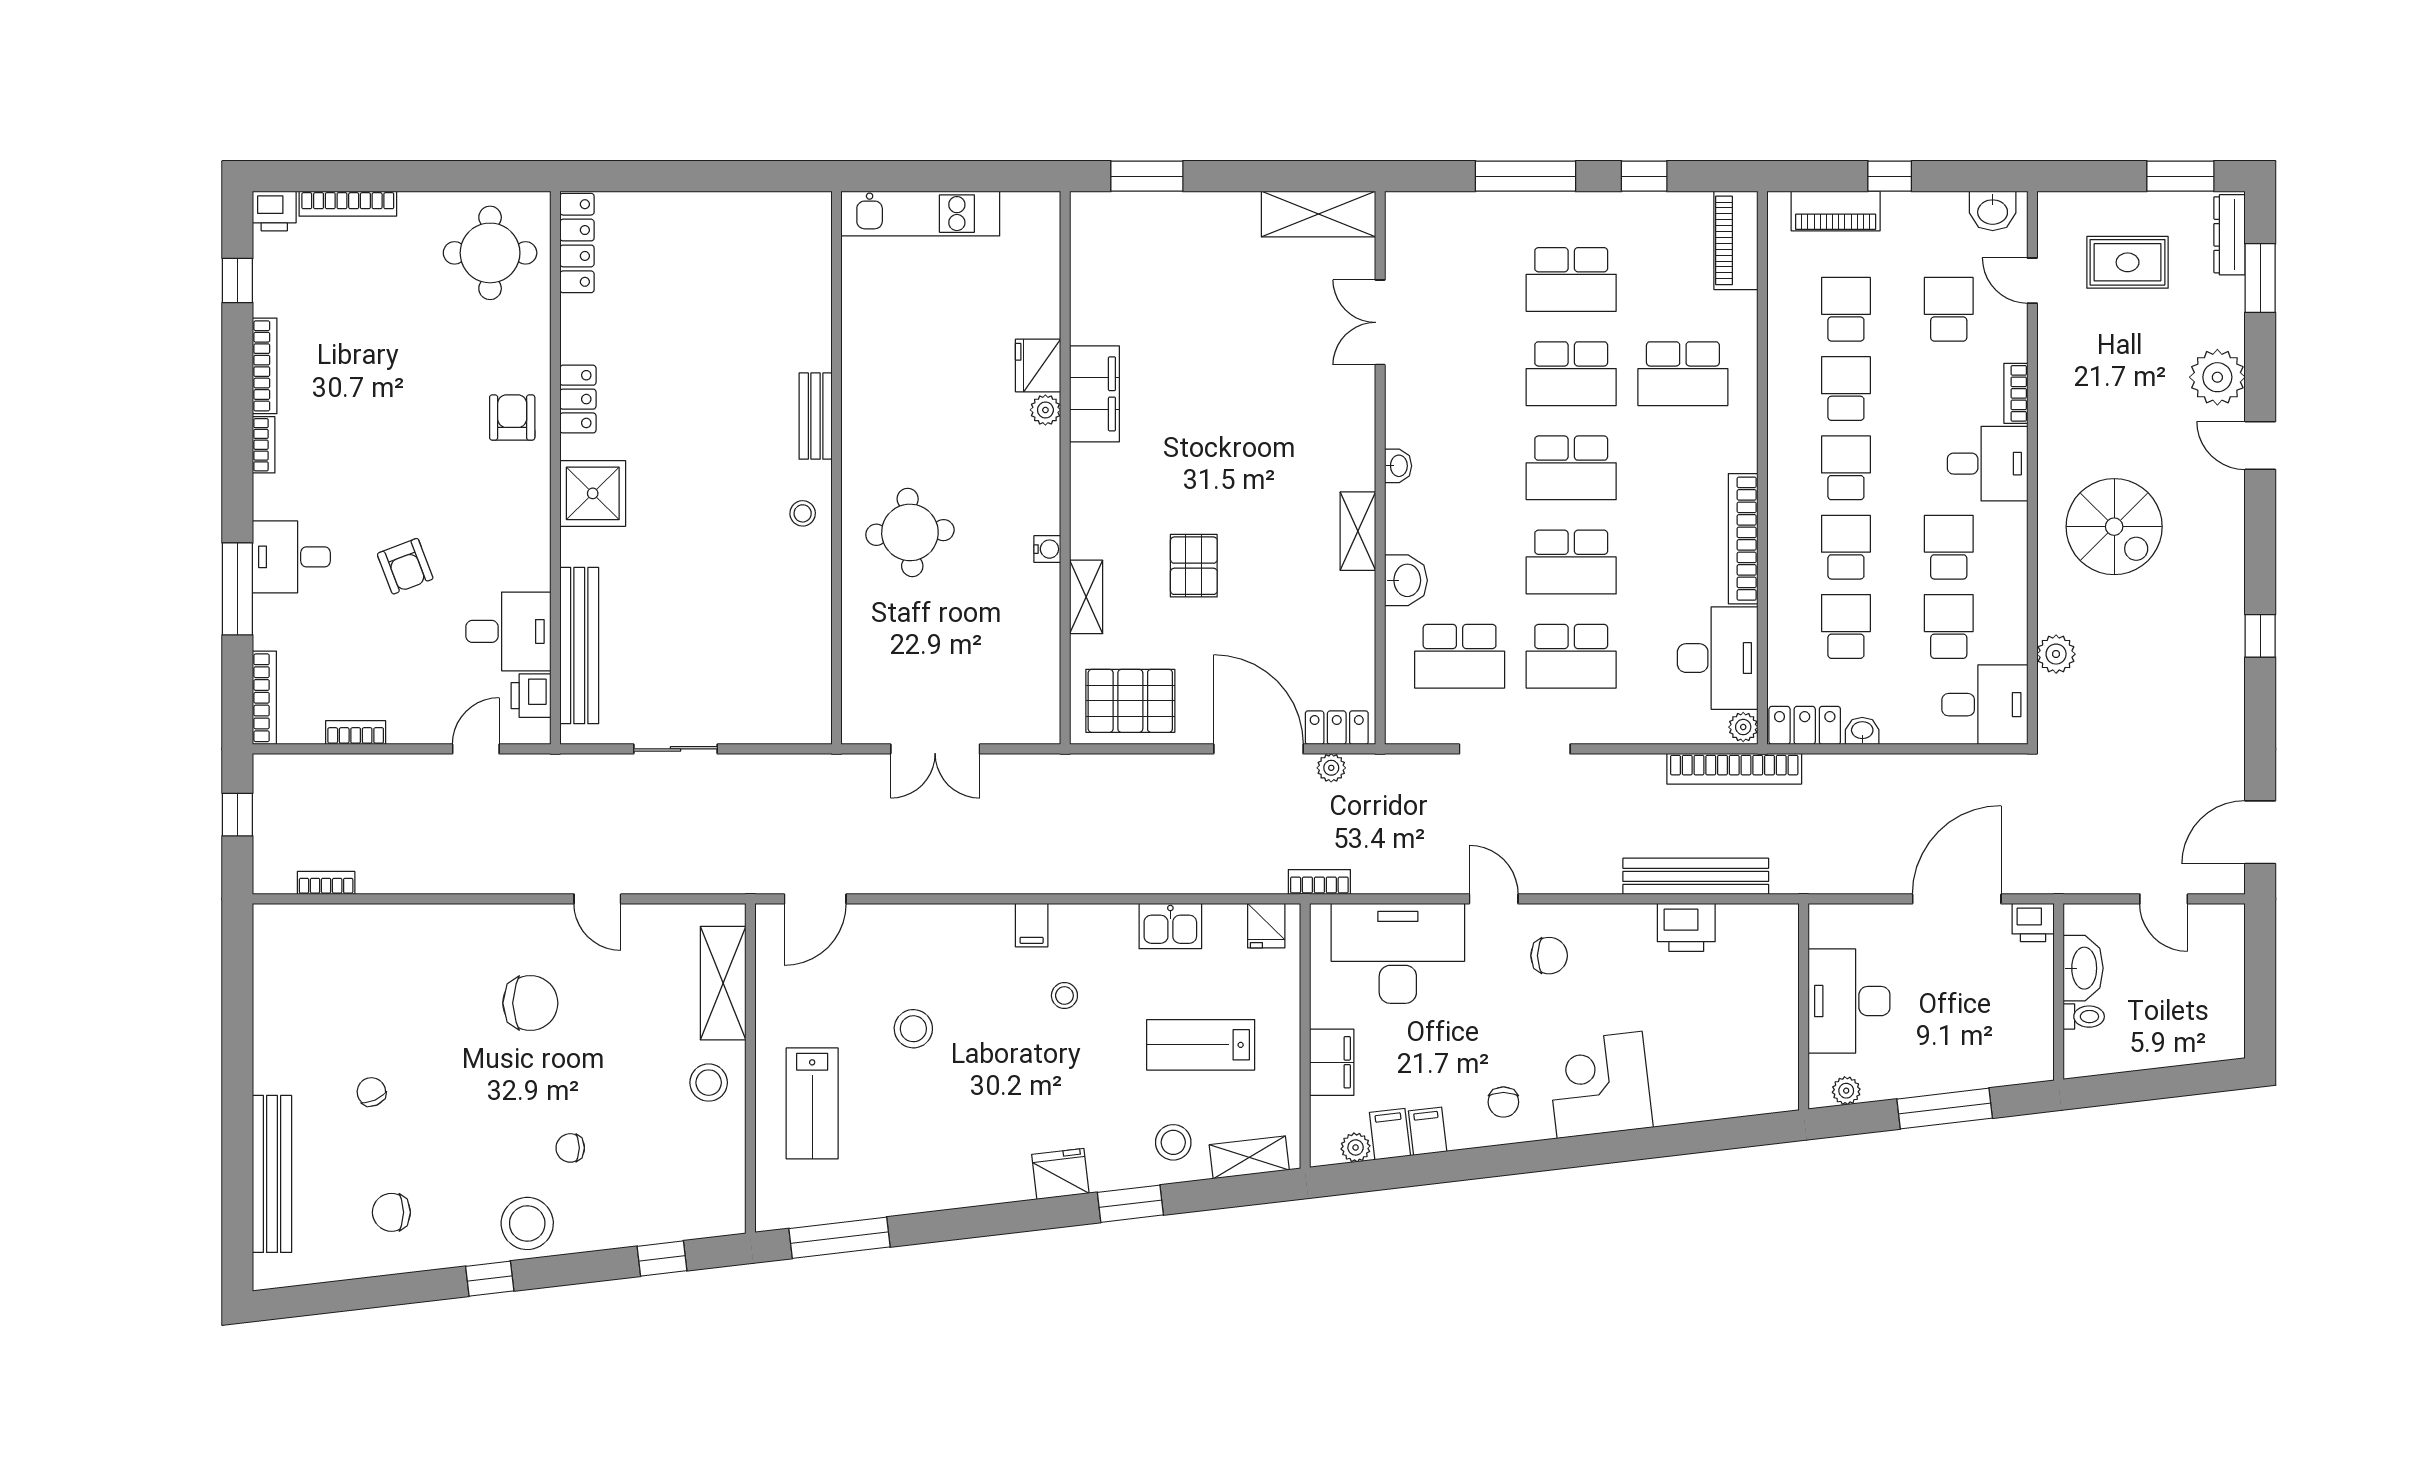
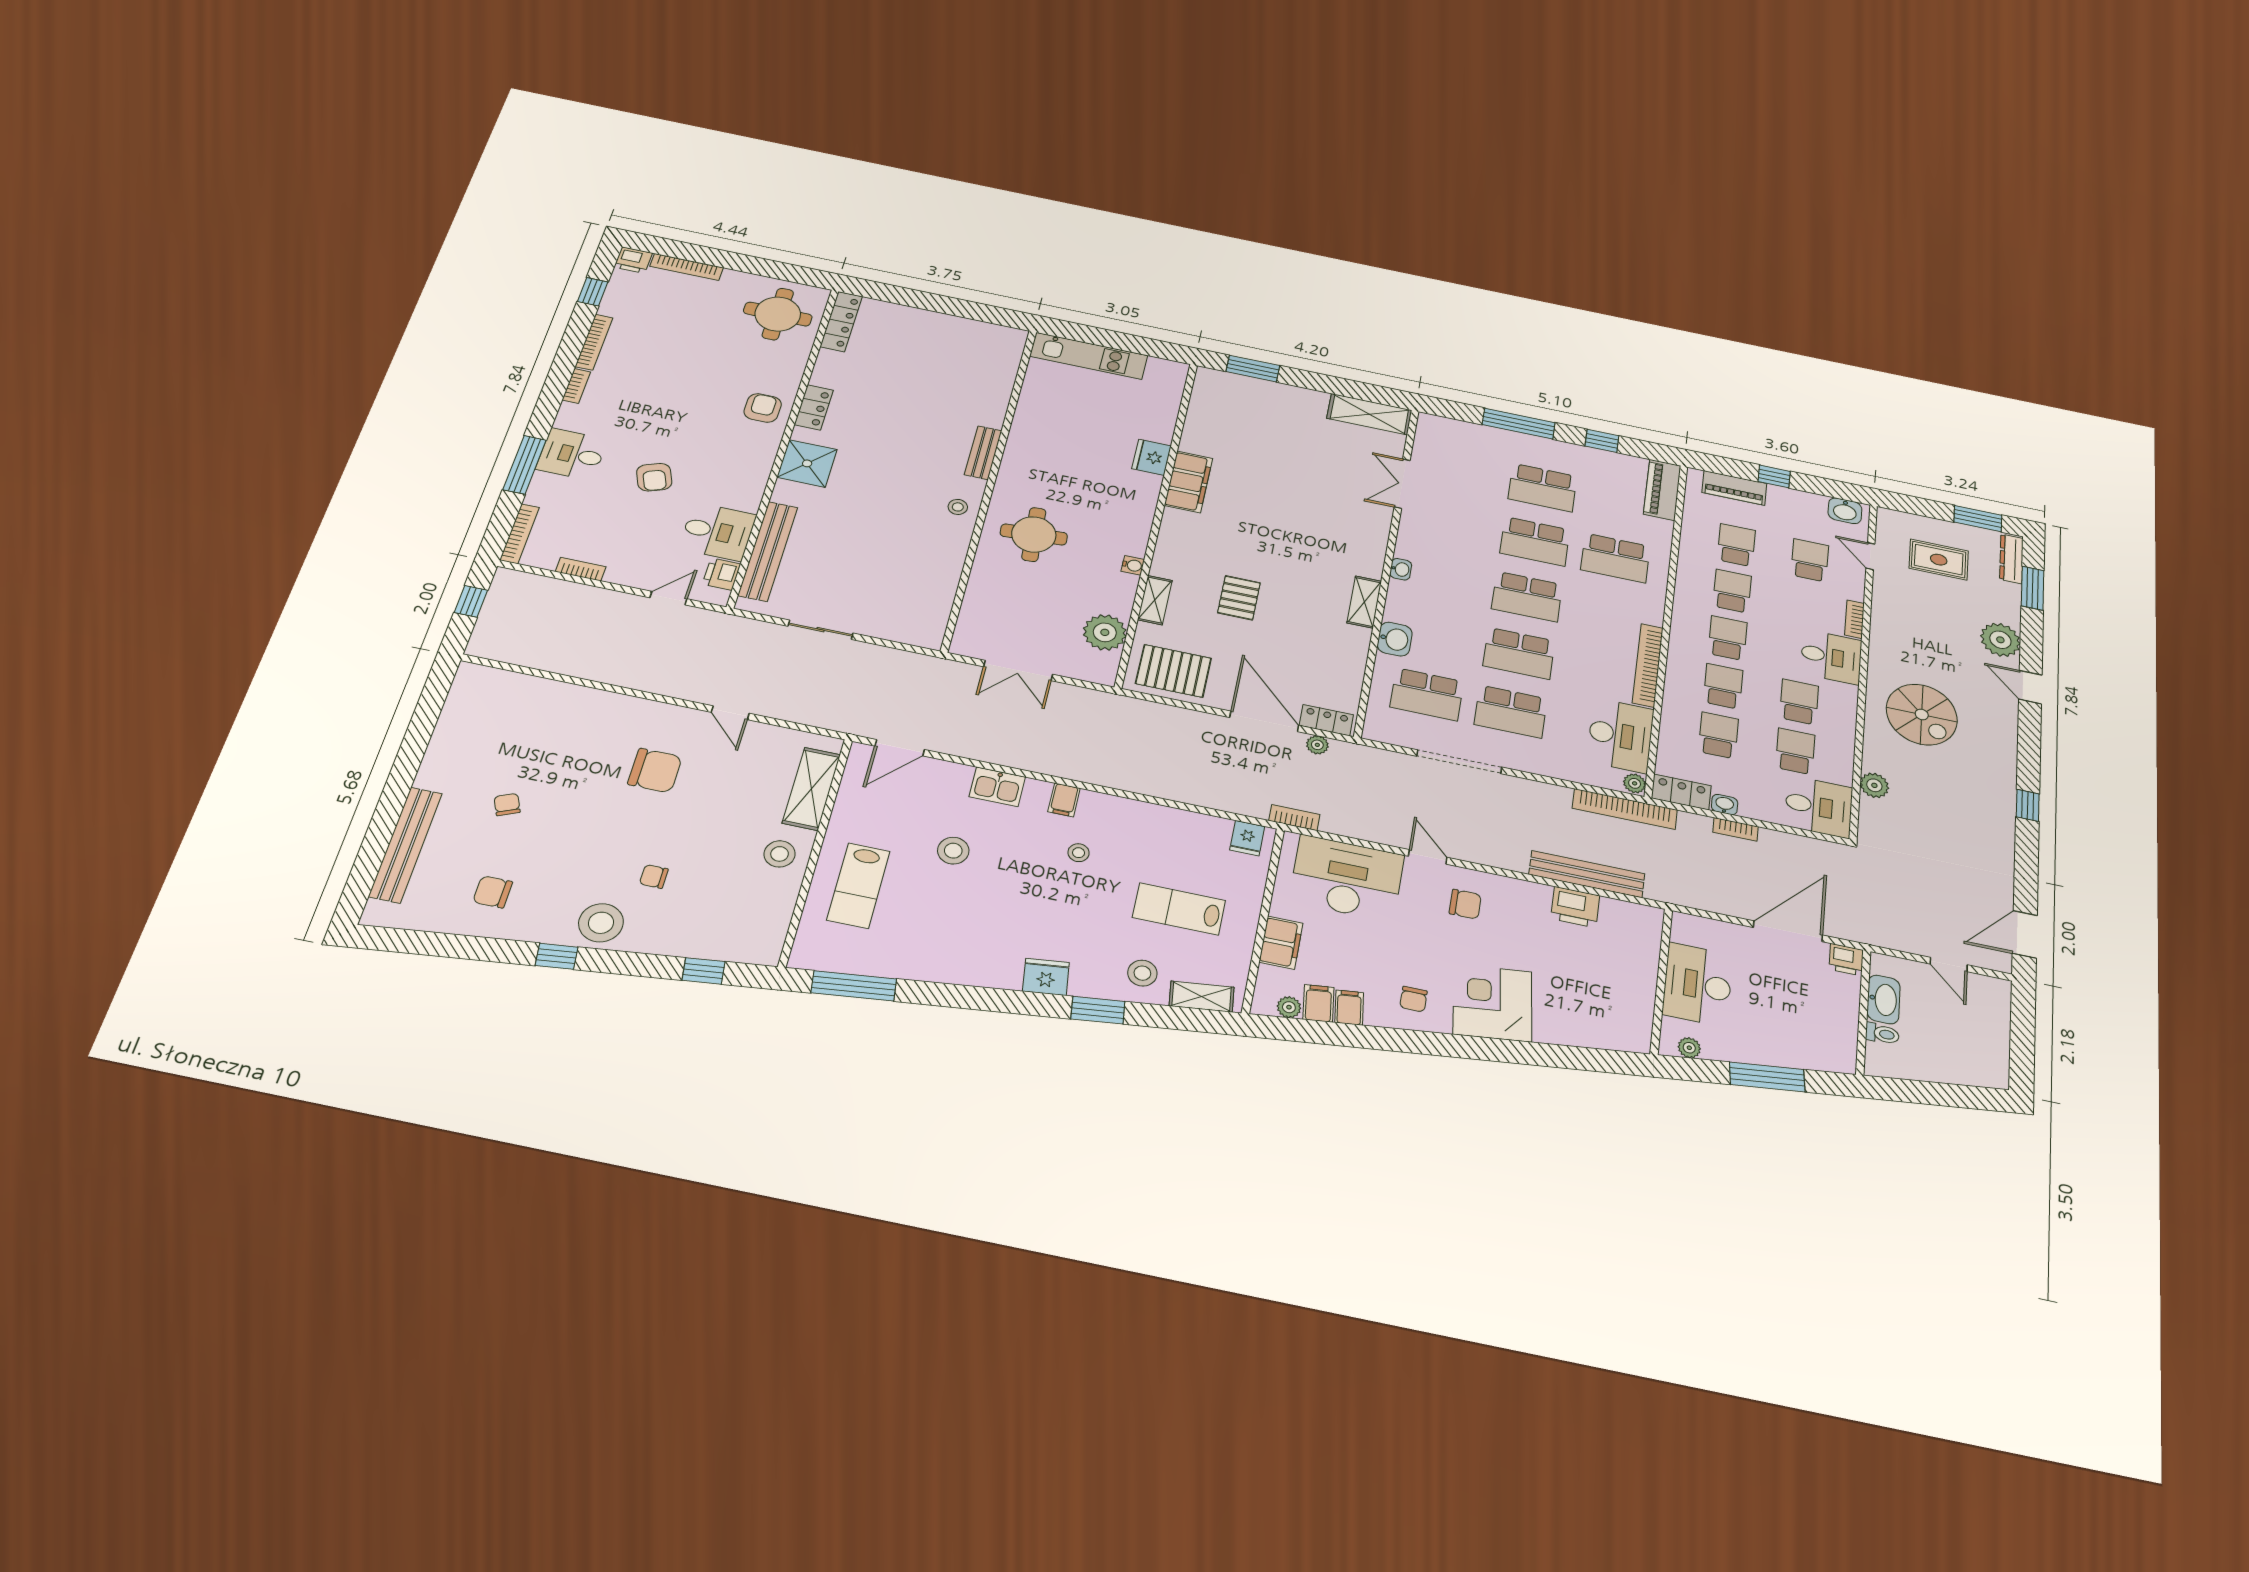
plant: (1045, 410) -> (1105, 632), moved, width x1.87, depth x1.87
bookcase: (326, 883) -> (1735, 829), moved, turned 180
kitchen sink: (1170, 926) -> (997, 787), moved

